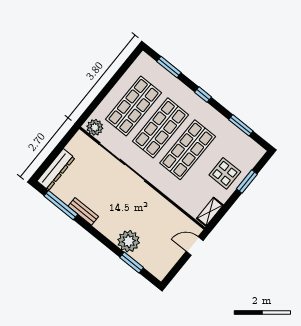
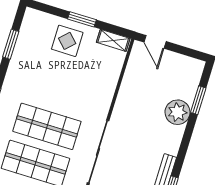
shop shelf: (188, 150) -> (58, 89), removed
window: (247, 182) -> (82, 19), moved

